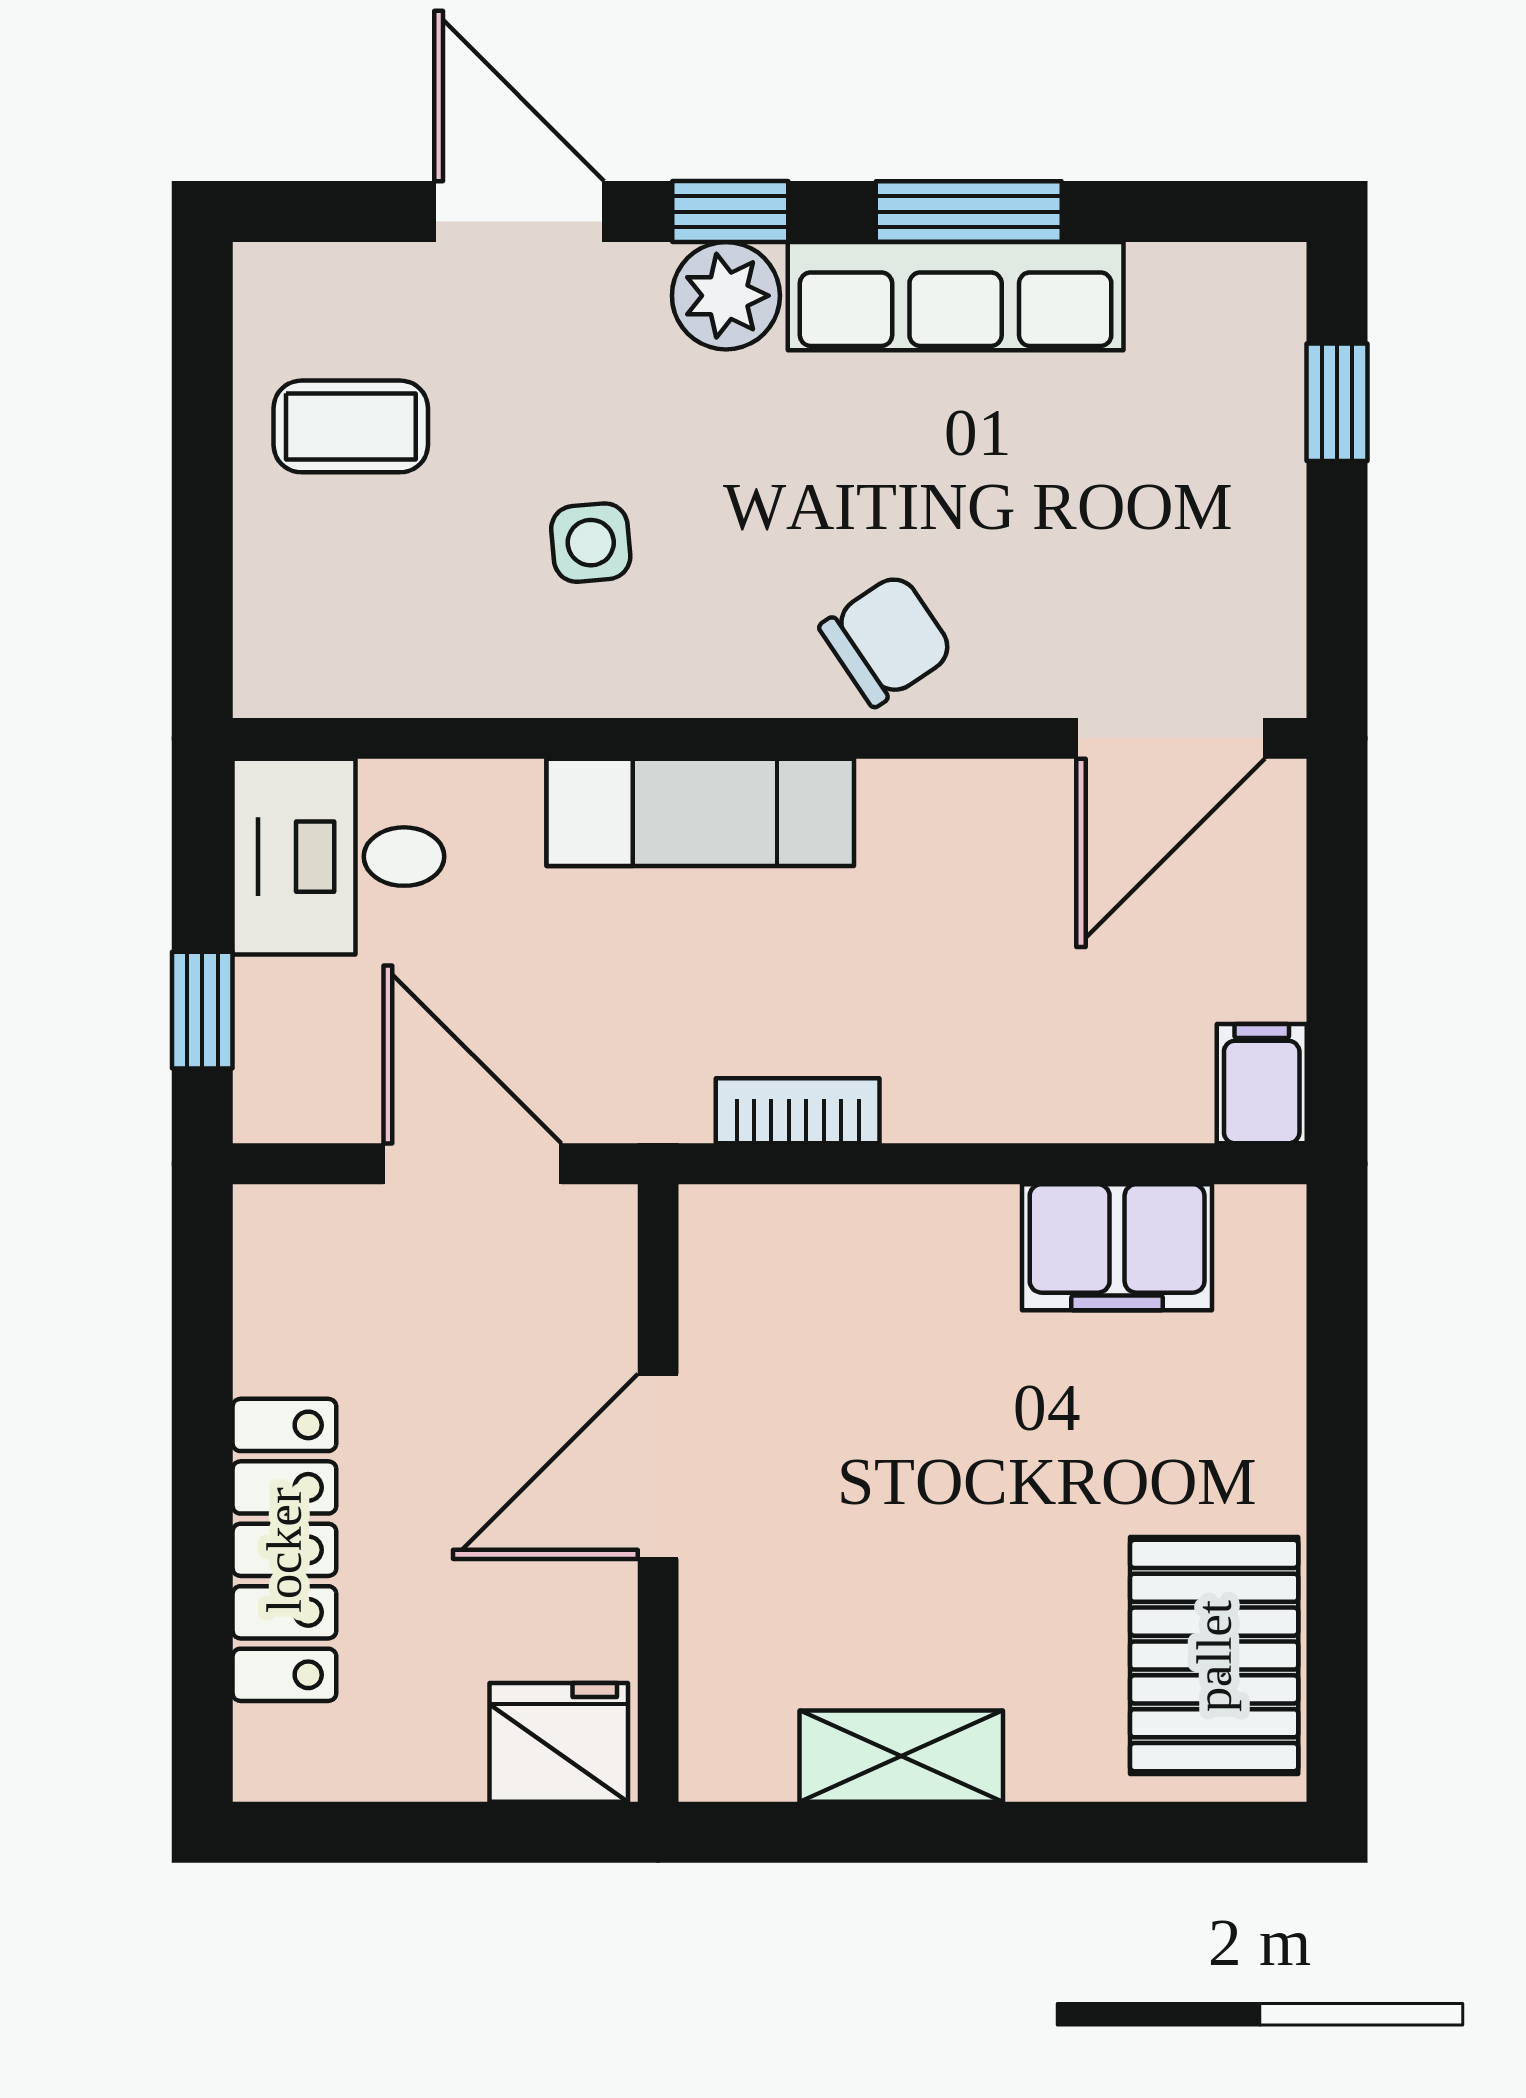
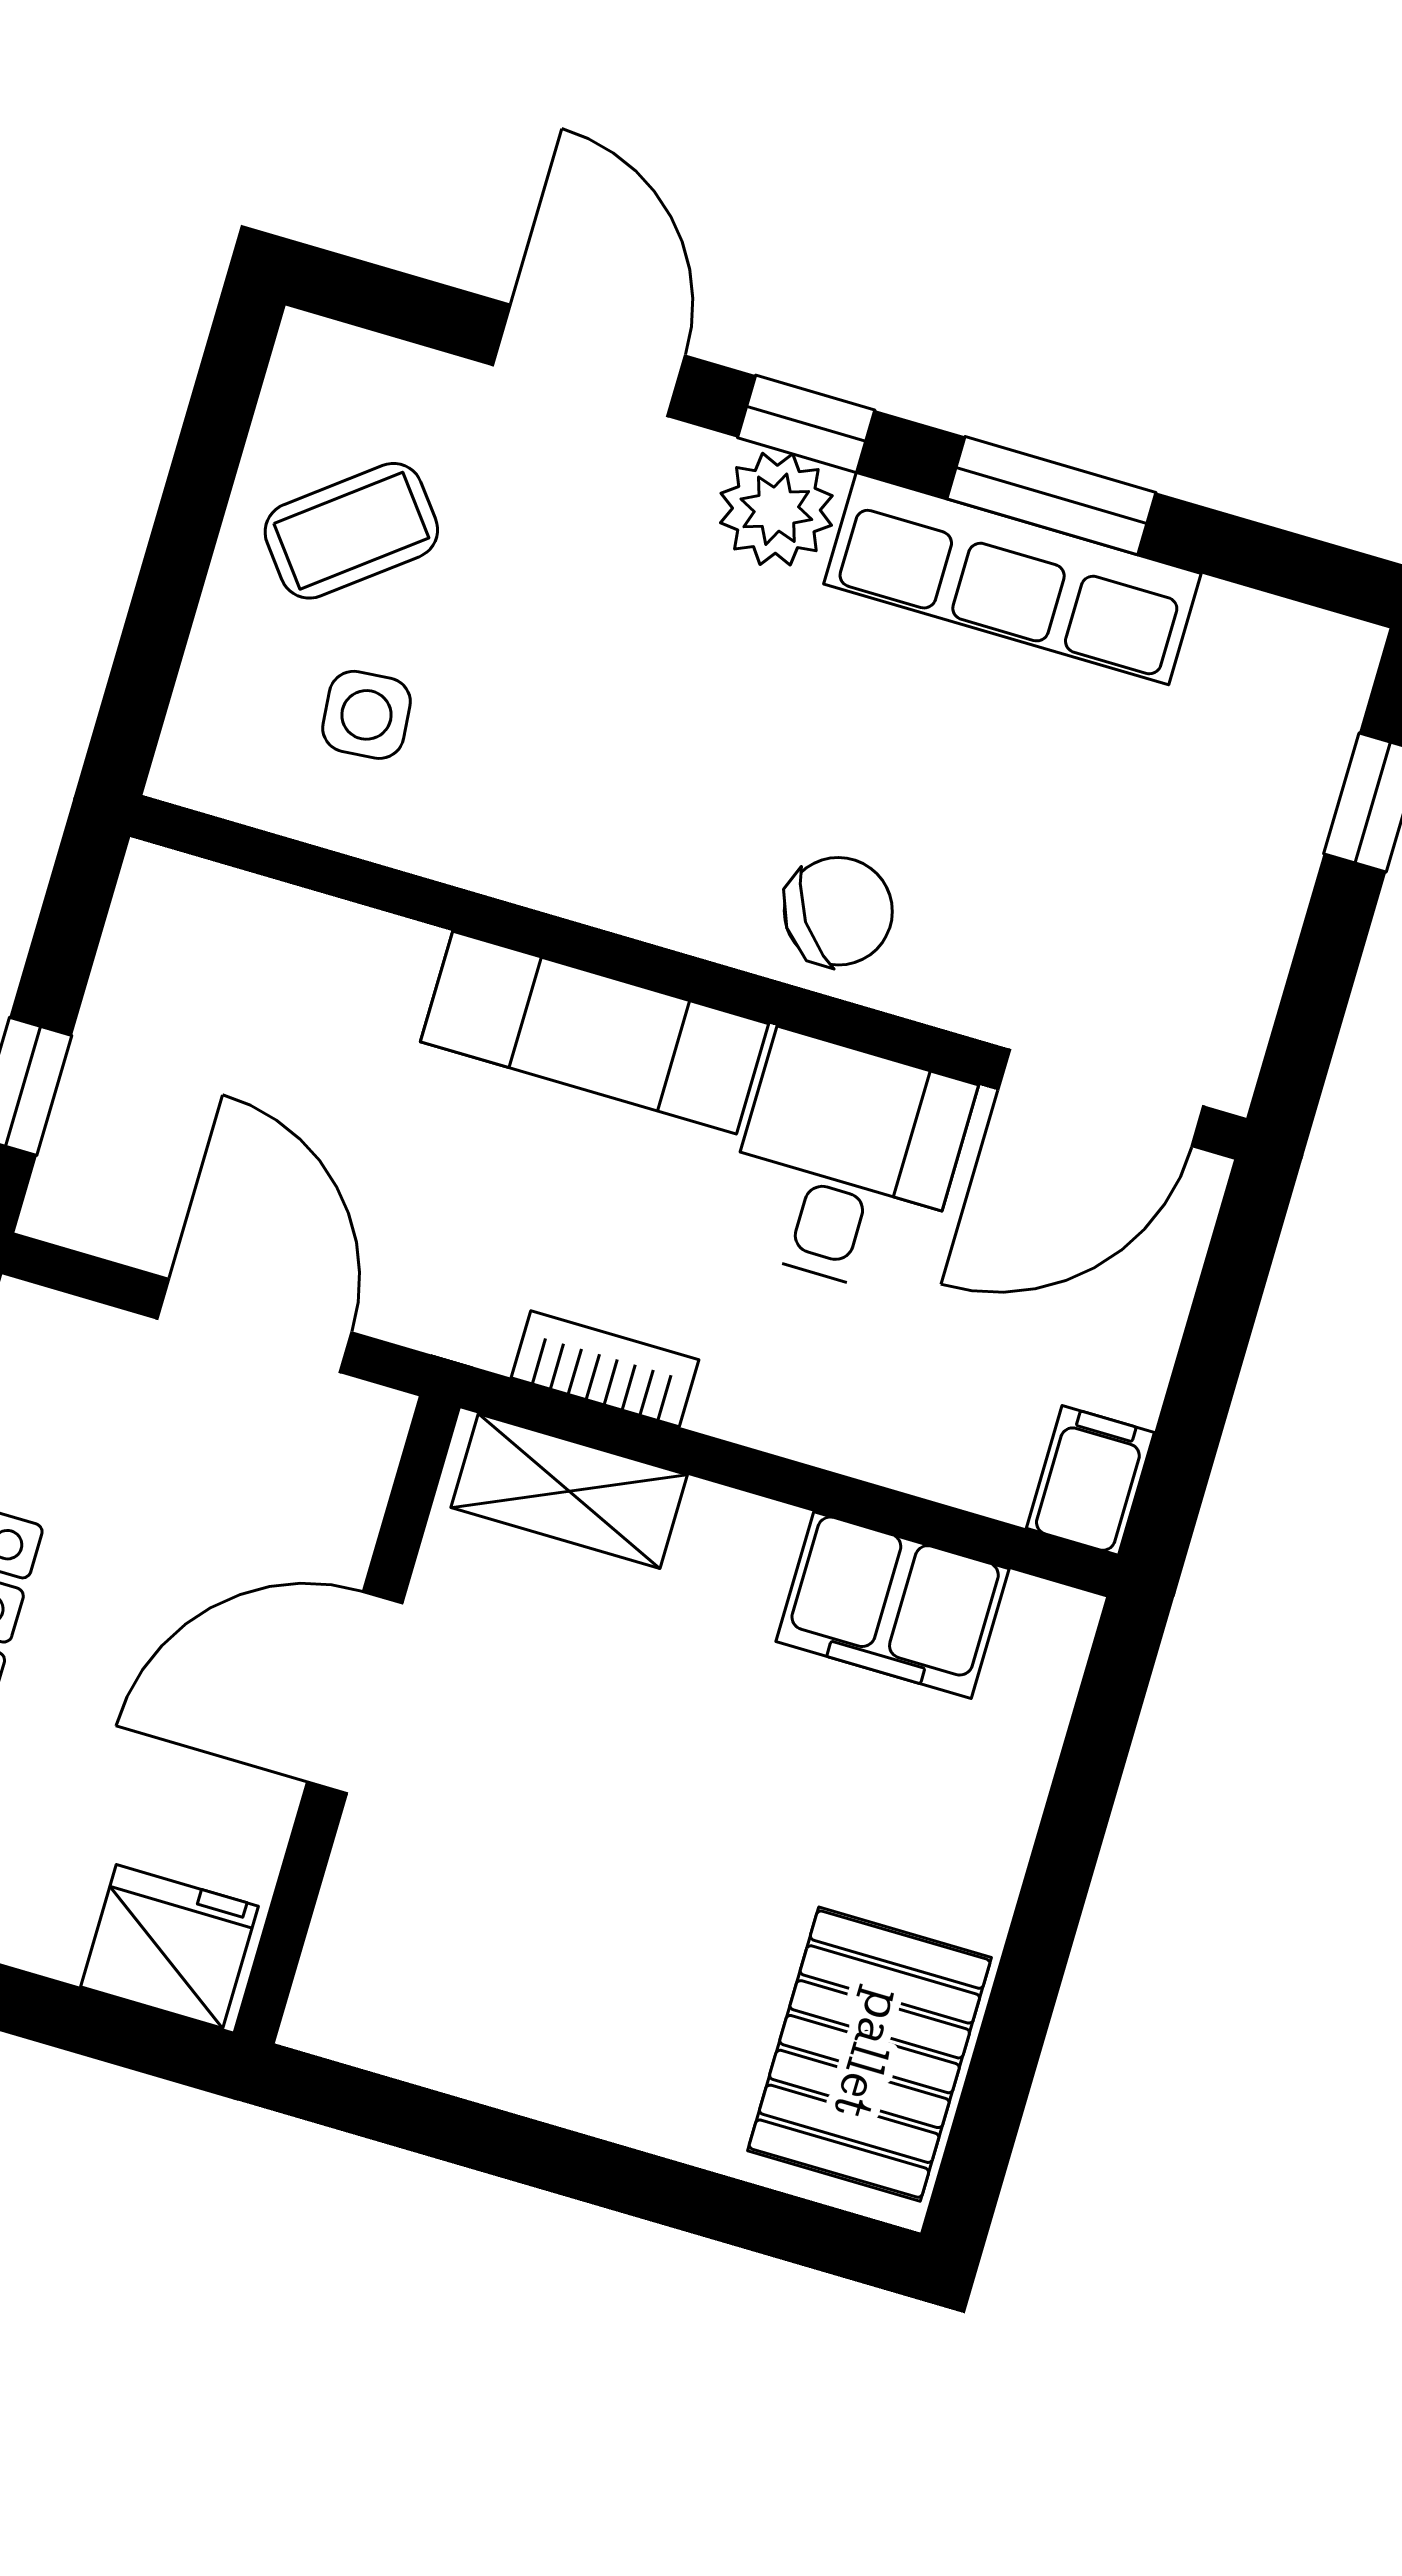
coffee table: (351, 426) -> (351, 531), turned -38
side table: (591, 543) -> (366, 715), moved
desk: (338, 857) -> (846, 1164), moved, turned 90
shelving: (901, 1756) -> (569, 1491), moved

